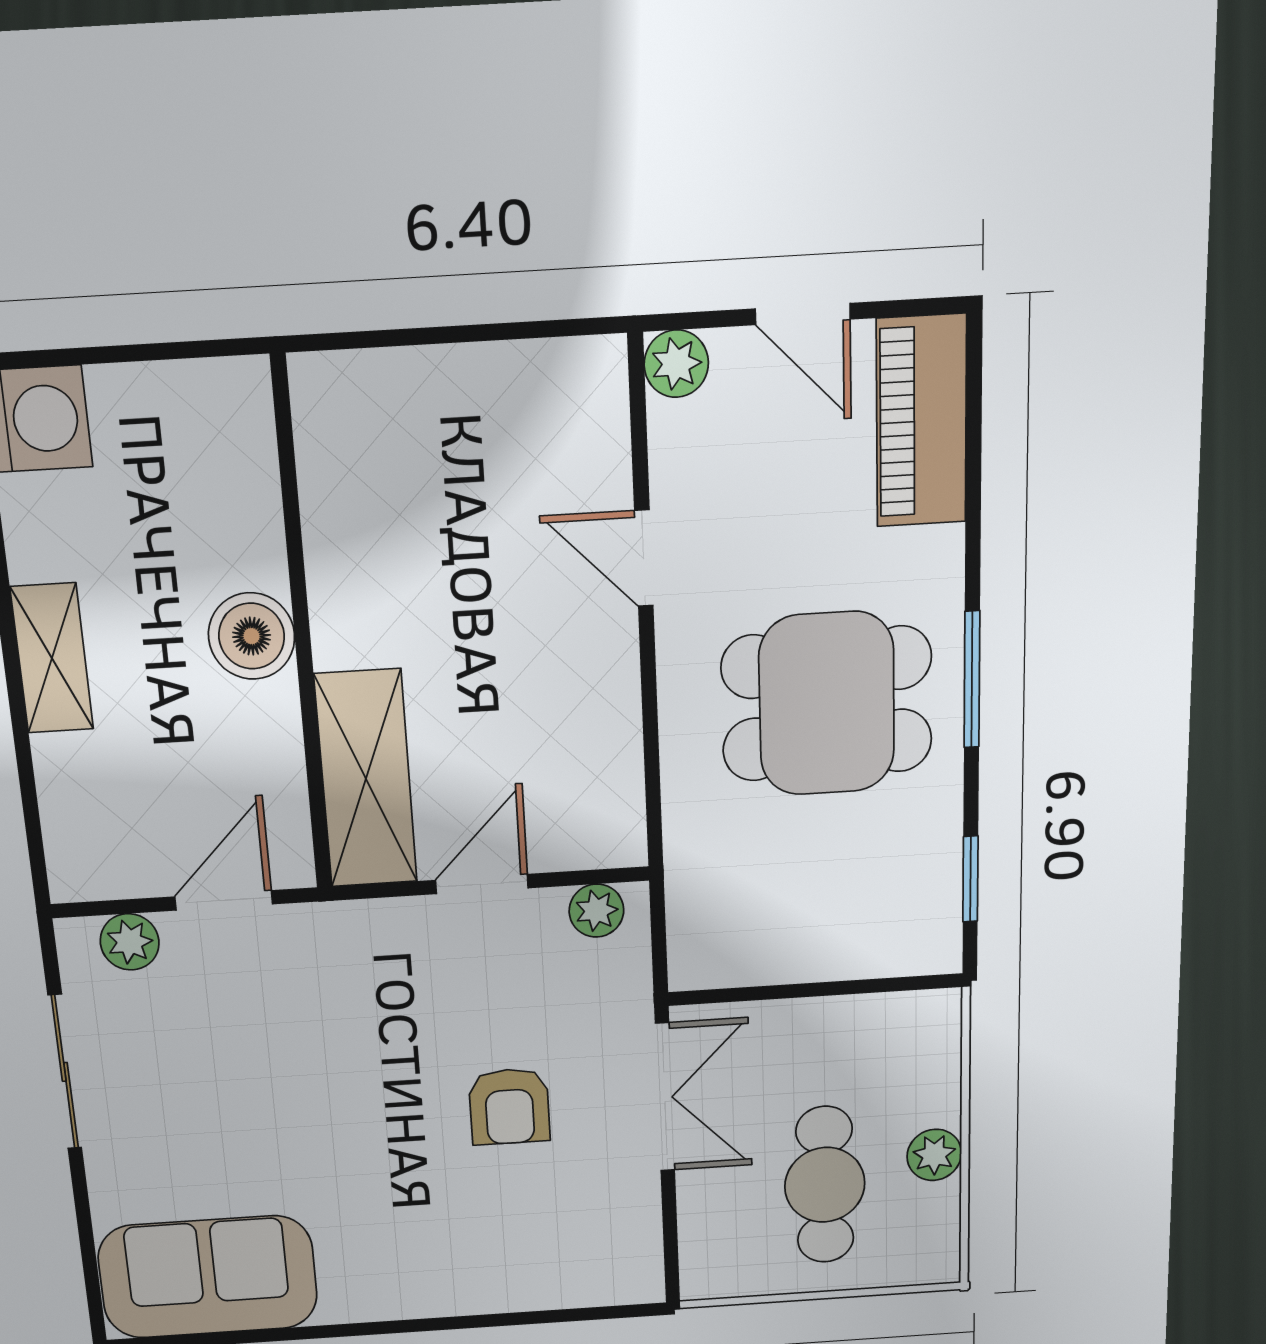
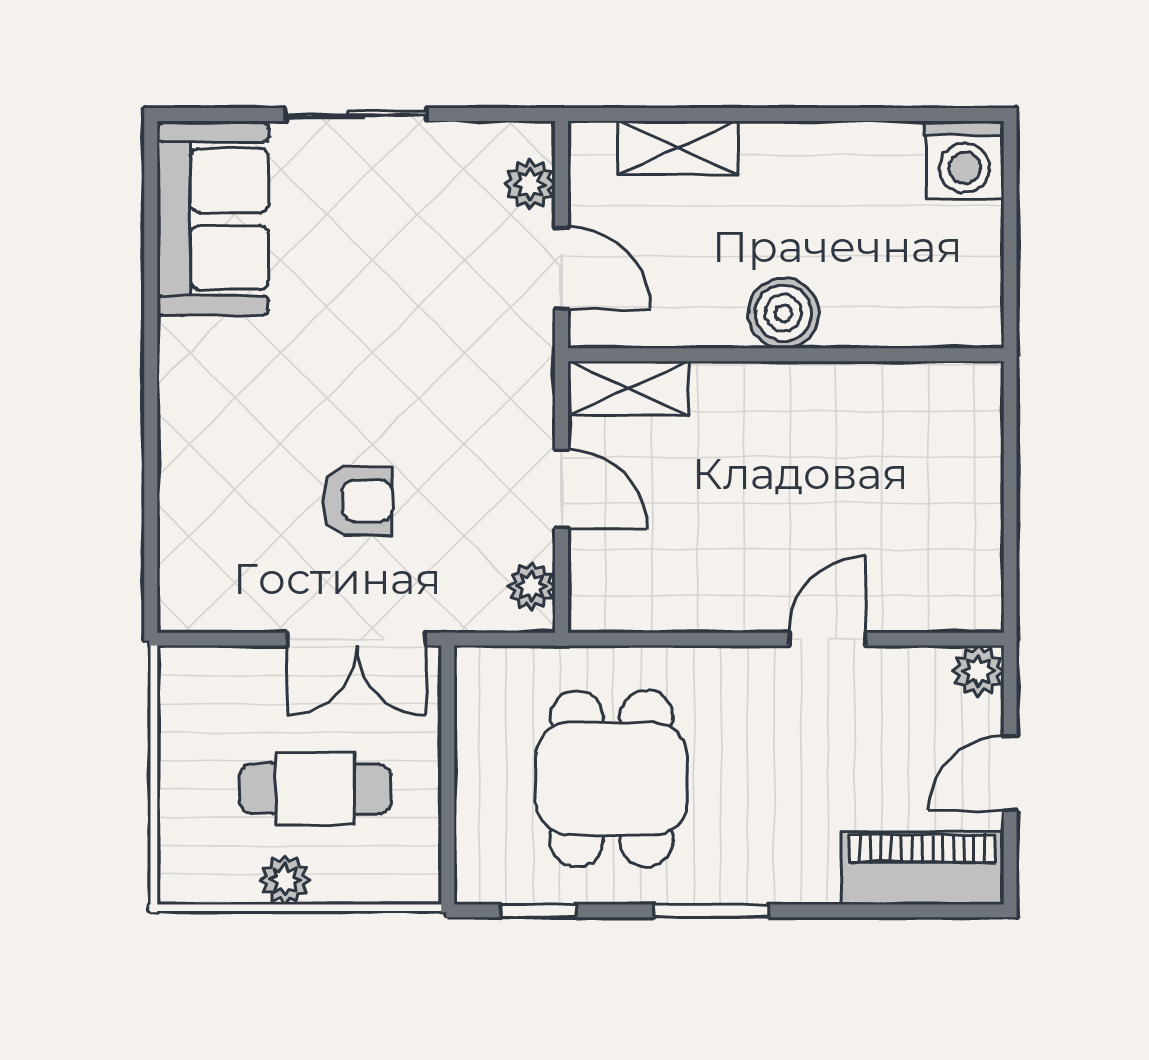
shelving: (52, 658) -> (678, 148), moved
dining table: (827, 704) -> (611, 779), moved
shelving: (366, 779) -> (628, 388), width x0.67, depth x0.75
sliding door: (65, 1072) -> (356, 115), moved
armchair: (509, 1106) -> (358, 501), turned 180
cafe table: (825, 1185) -> (315, 789), moved

